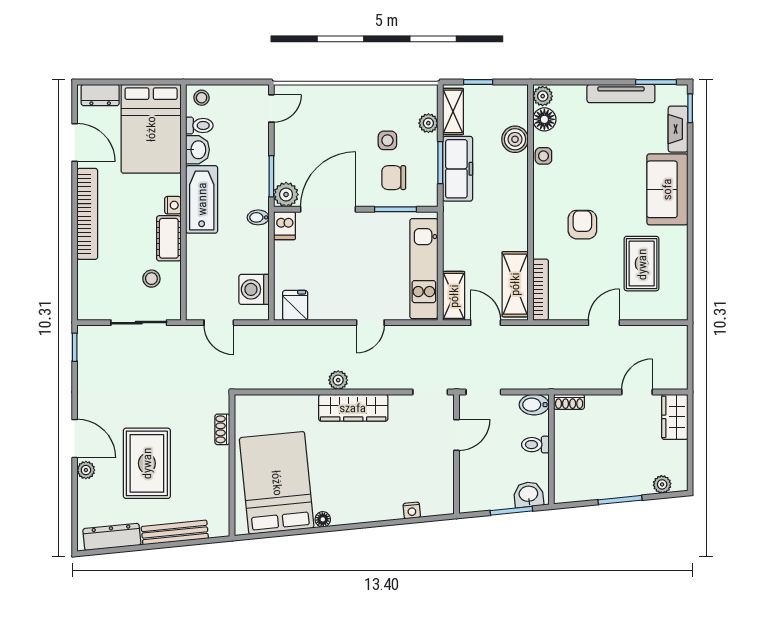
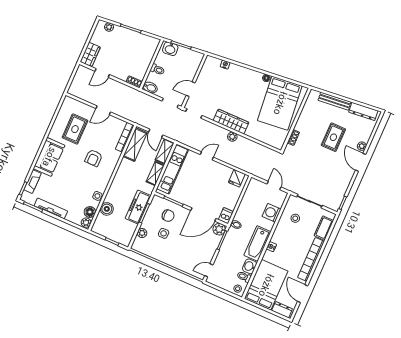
shelving: (453, 111) -> (155, 173), moved
cot: (169, 238) -> (324, 228), moved
washing machine: (254, 289) -> (272, 213), moved, turned 180
rug: (147, 463) -> (333, 137), width x0.73, depth x0.70

